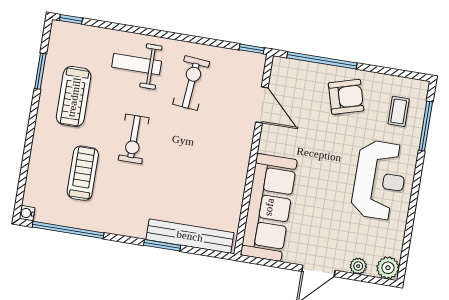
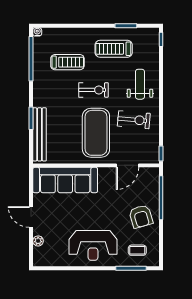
exercise bike: (134, 139) -> (94, 90), turned 180
exercise mat: (202, 146) -> (96, 133), added
plant: (388, 268) -> (40, 259), removed

